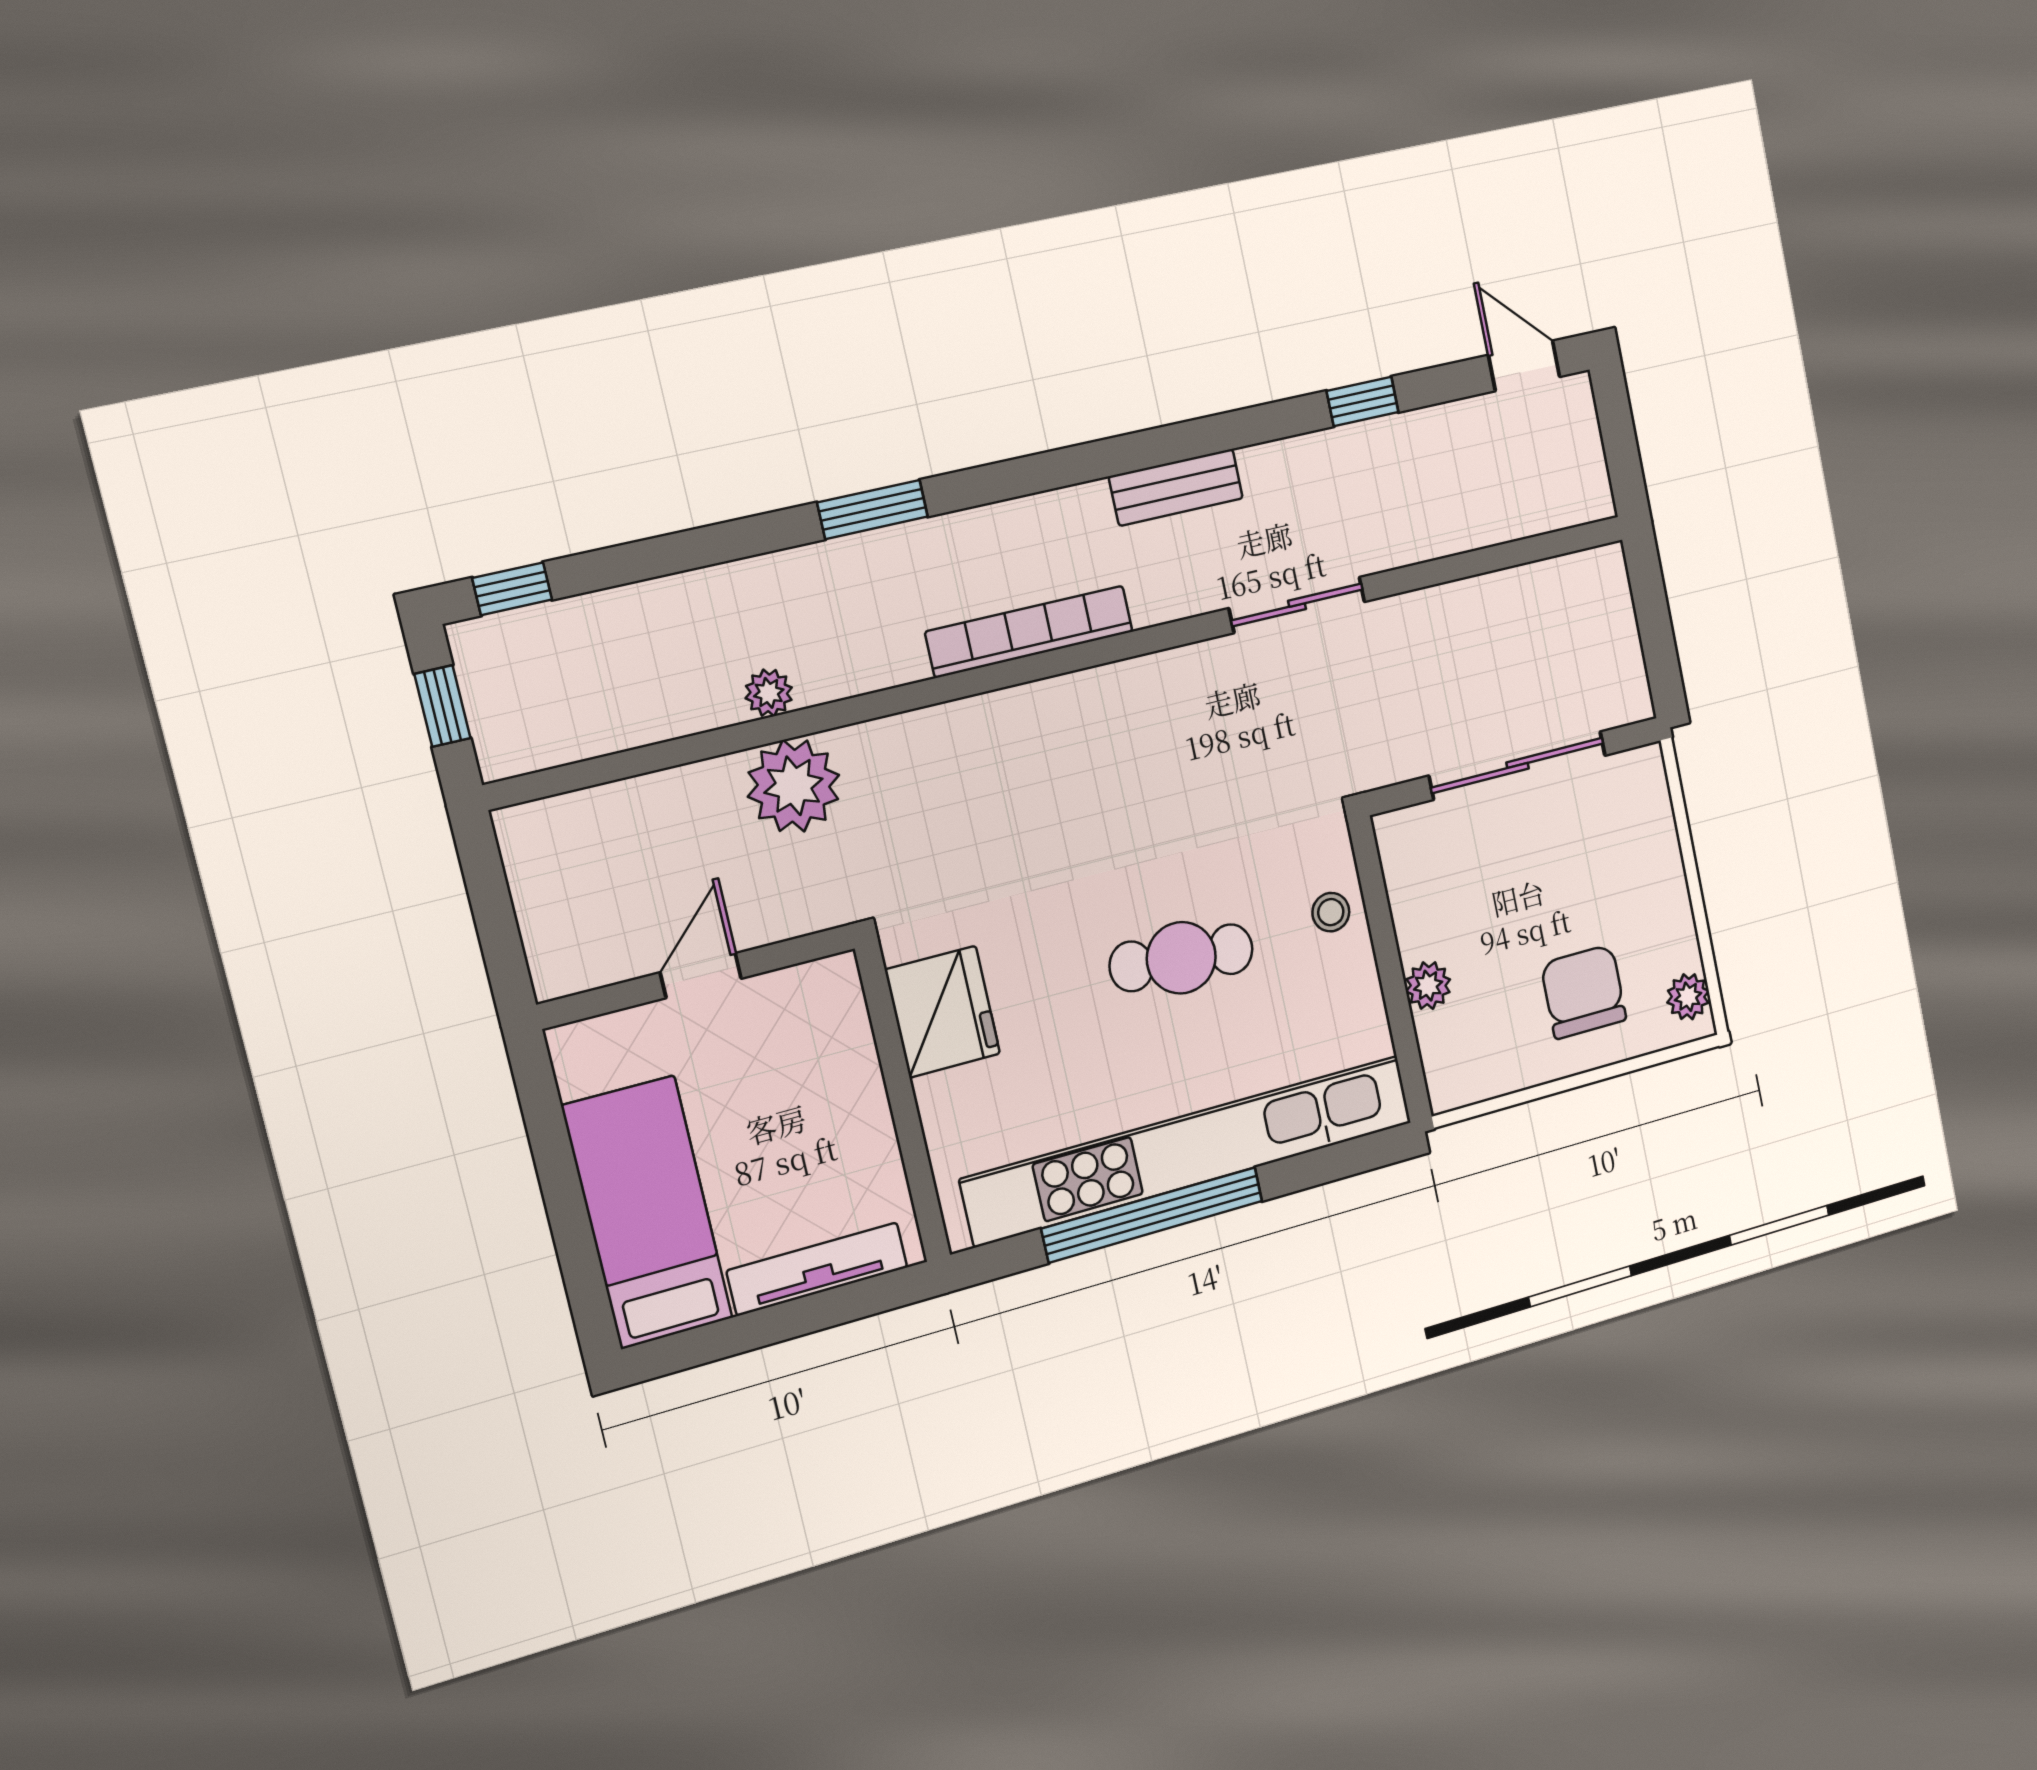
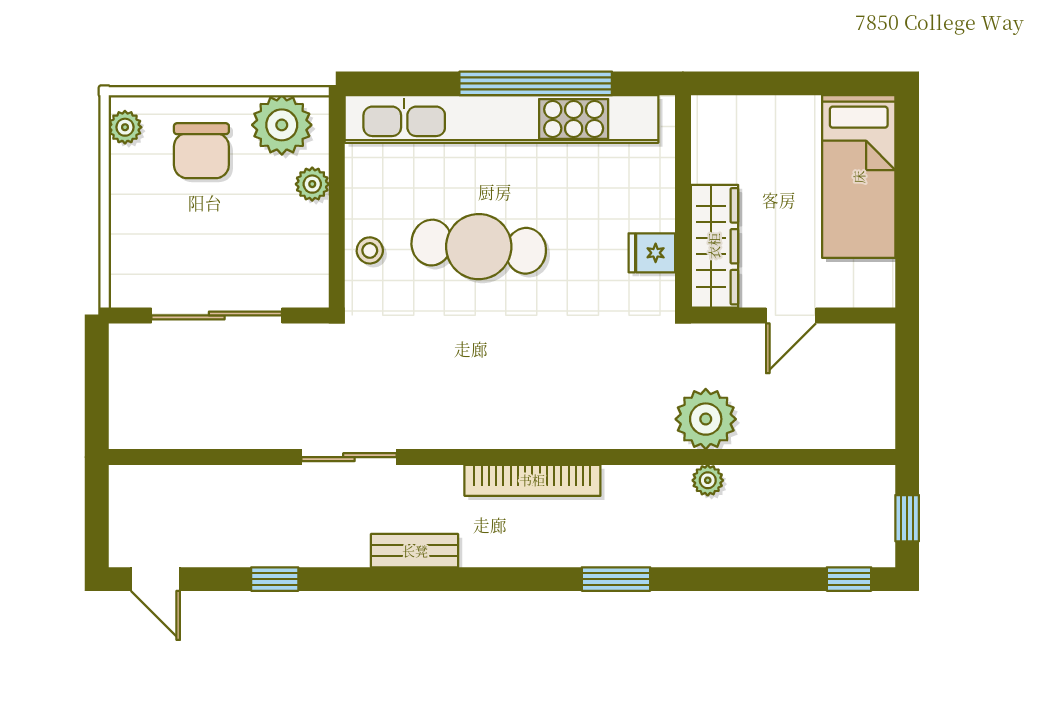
cafe table: (1181, 958) -> (479, 247), width x1.37, depth x1.35
fridge: (943, 1012) -> (652, 253), width x0.53, depth x0.75
wardrobe: (841, 1049) -> (714, 246), added
plant: (1485, 1057) -> (282, 125), added
tv unit: (817, 1269) -> (762, 111), removed

